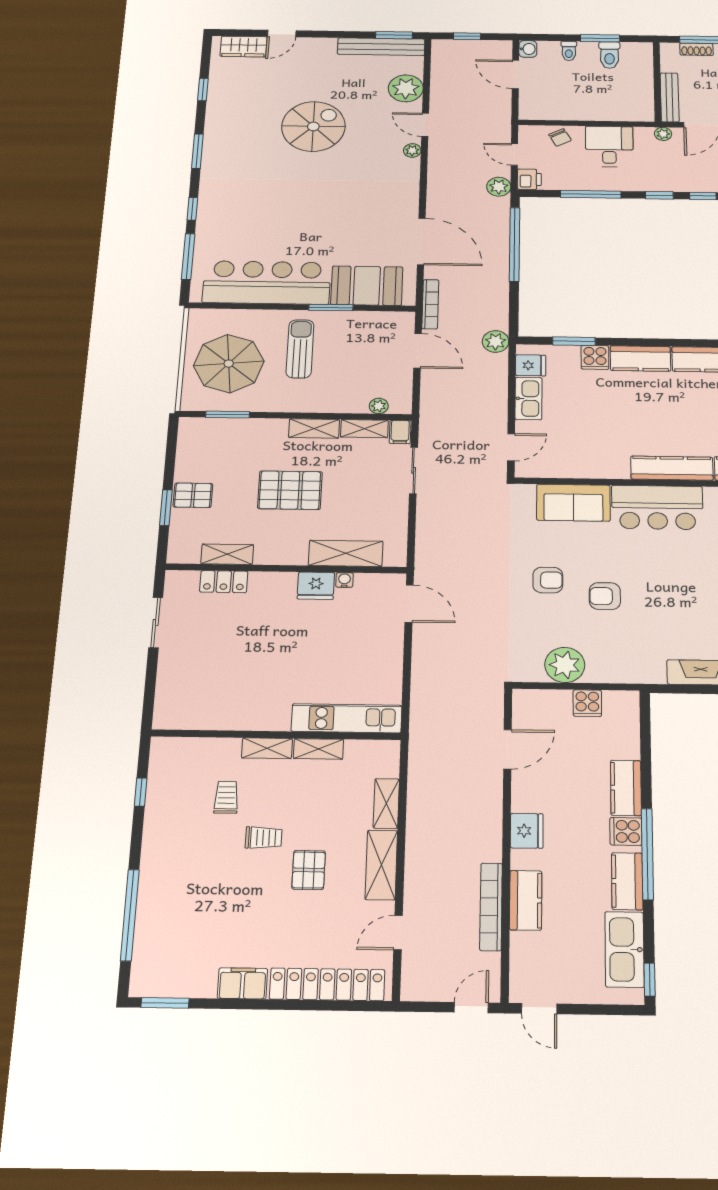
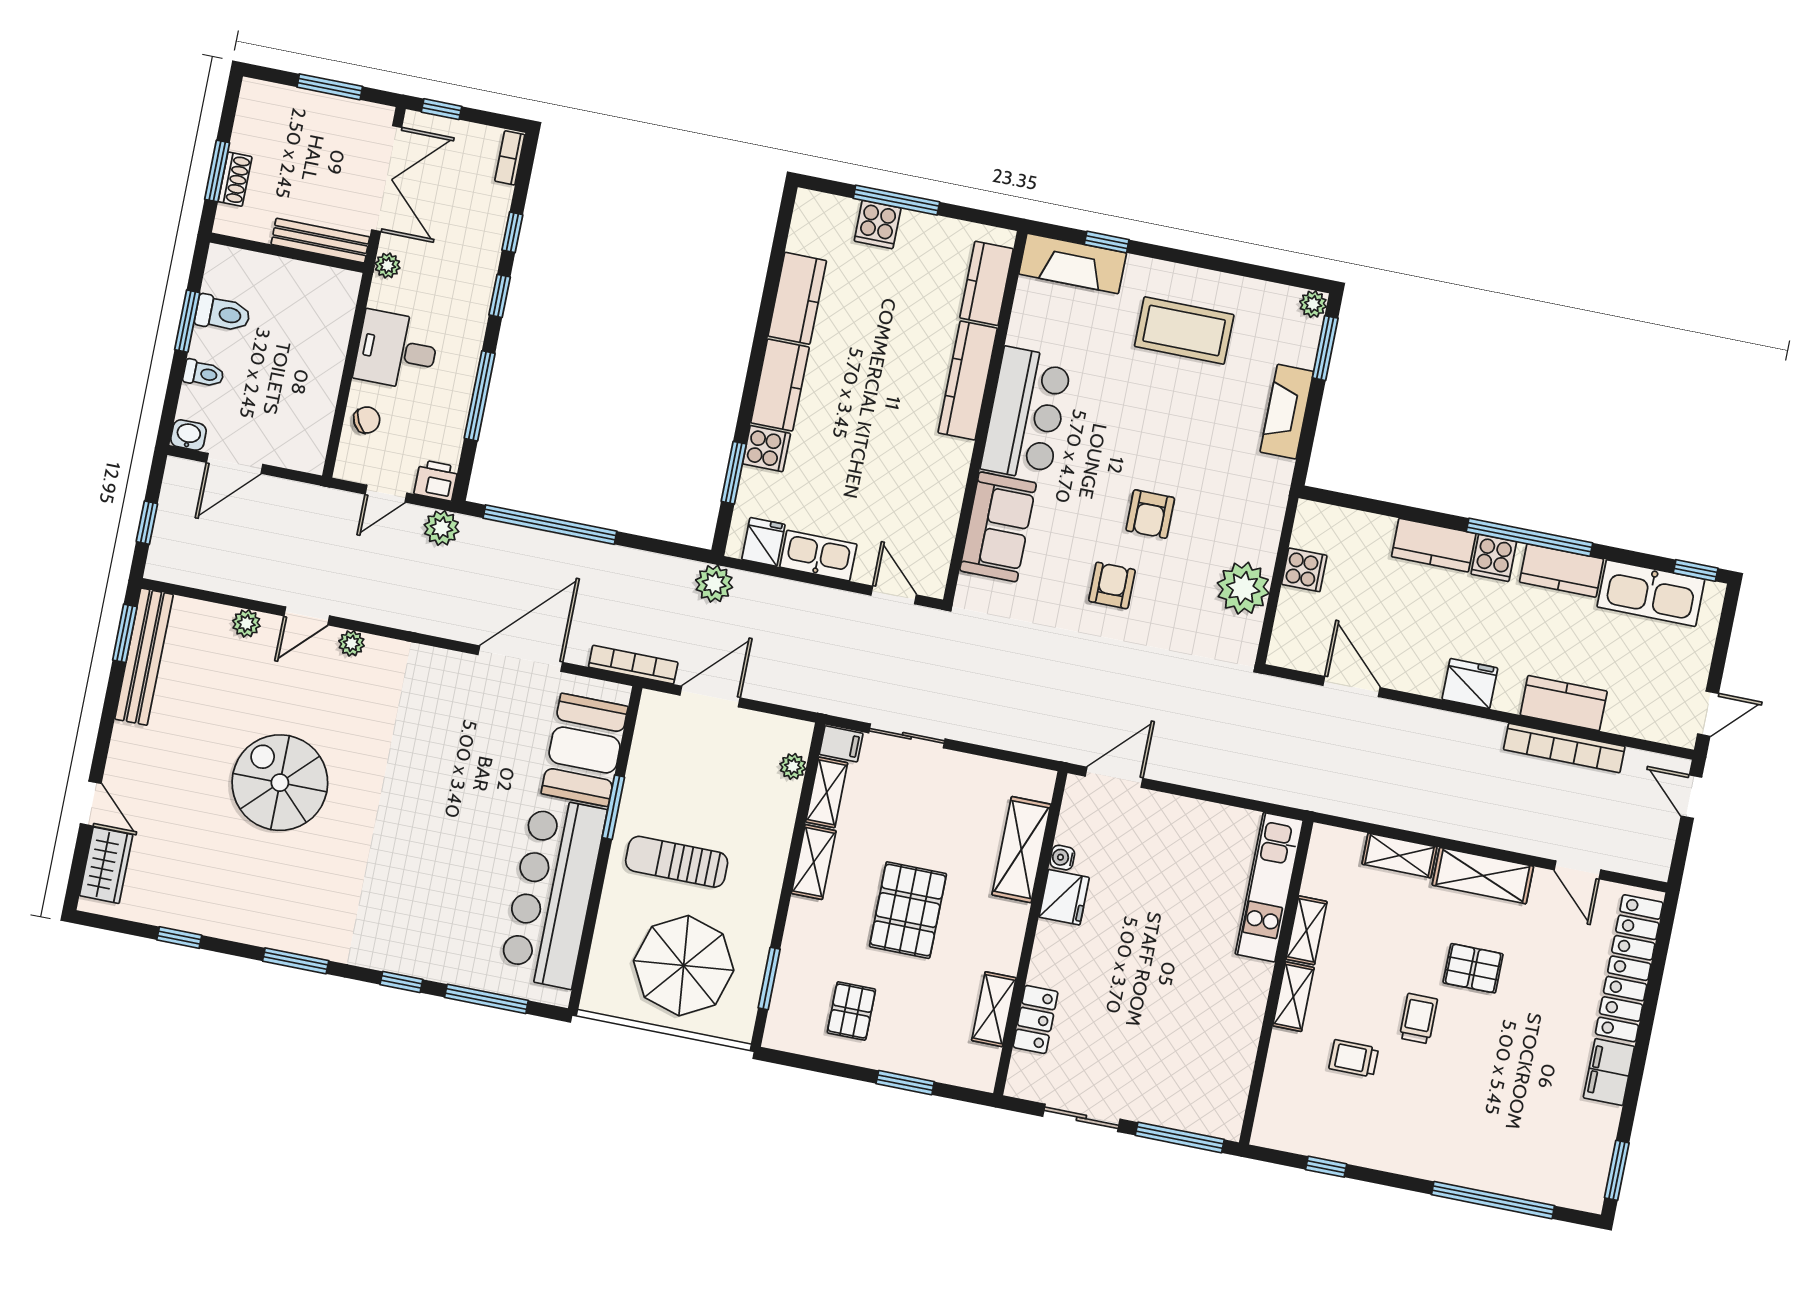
plant: (406, 88) -> (246, 623), width x0.53, depth x0.53
pallet: (193, 495) -> (851, 1011), moved
window: (150, 689) -> (1180, 1137), added

